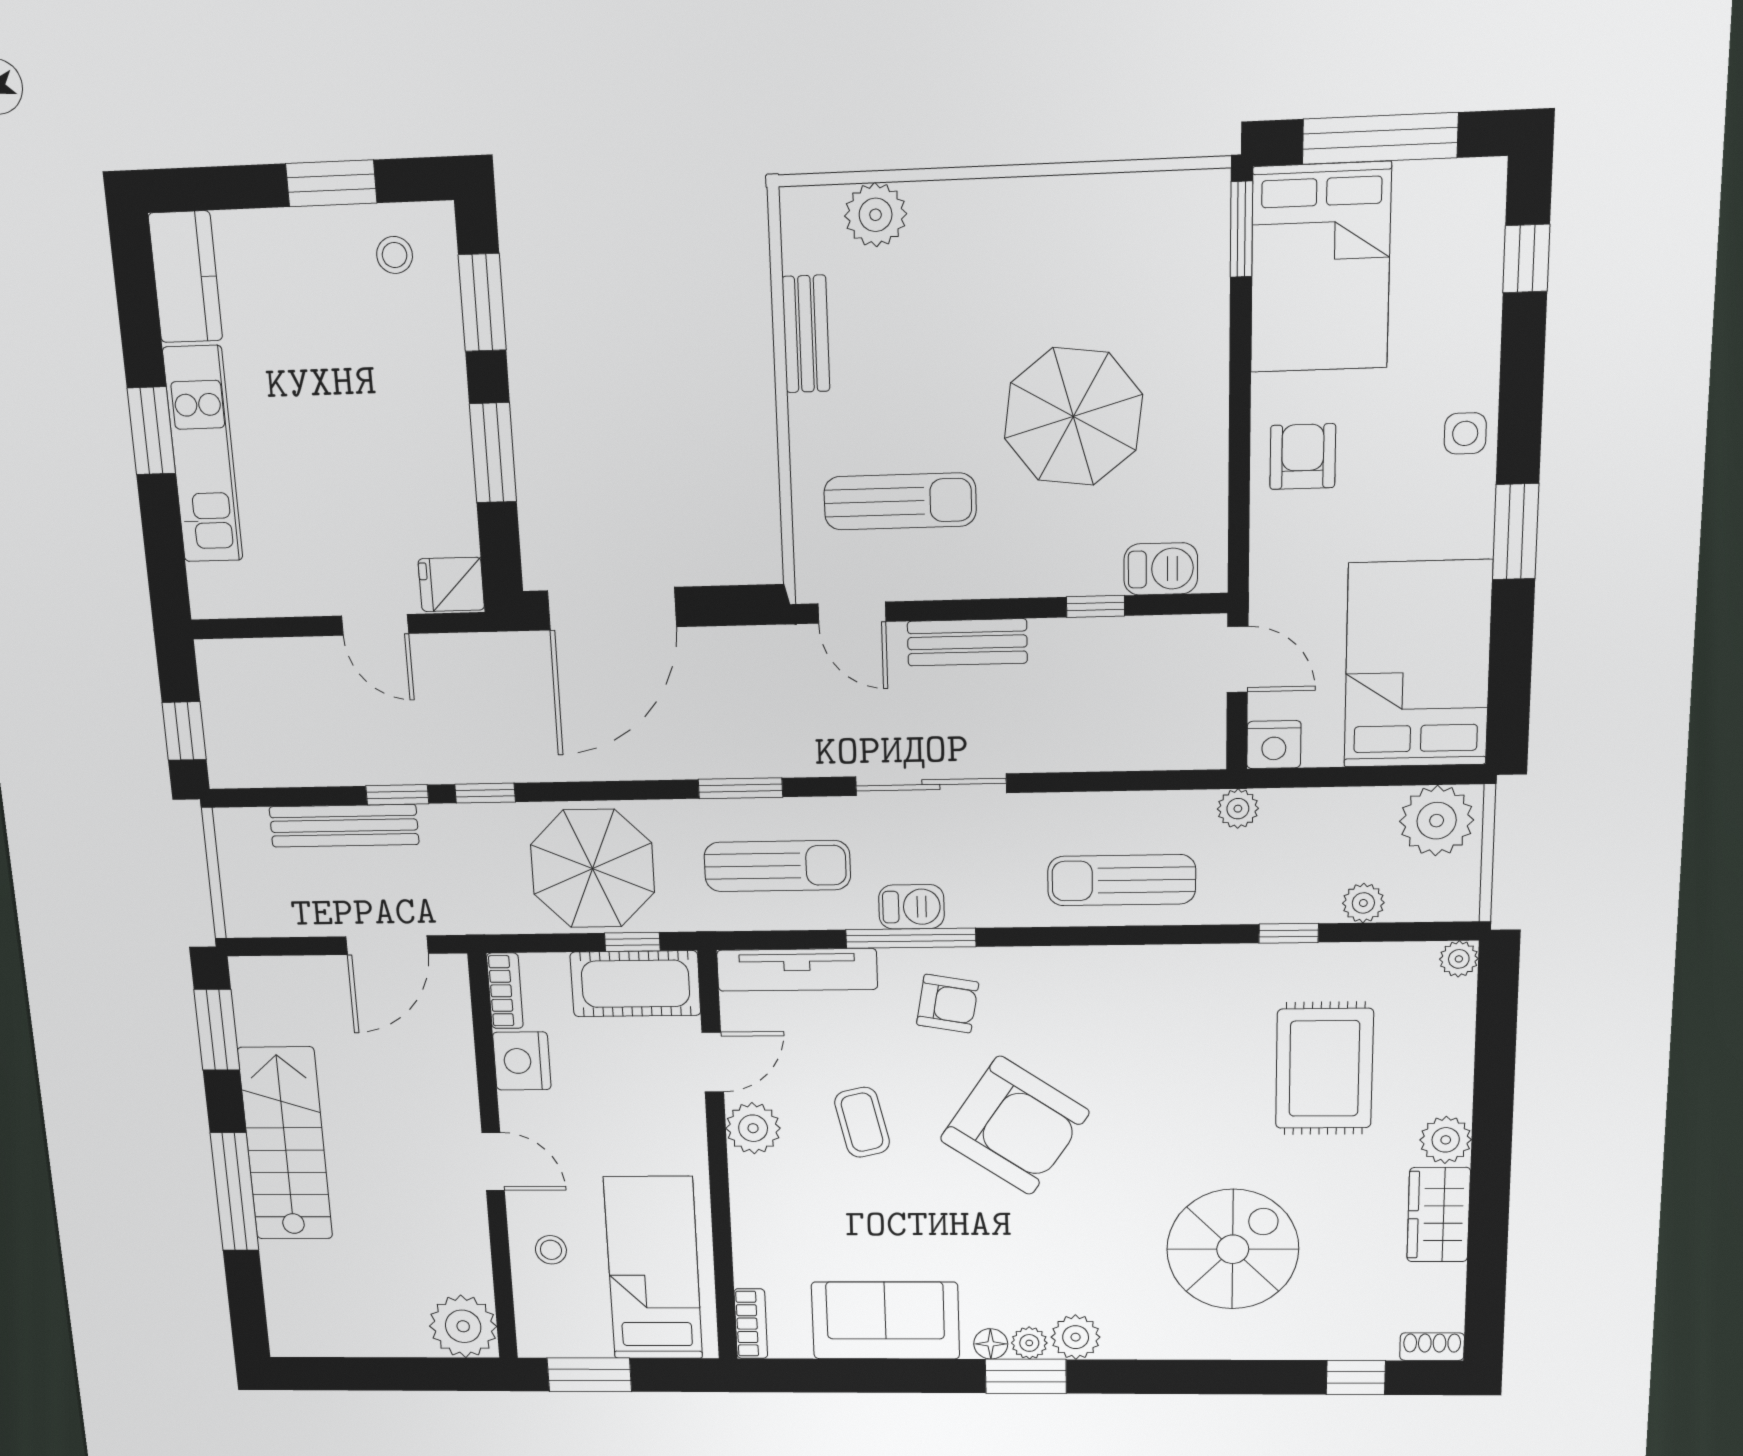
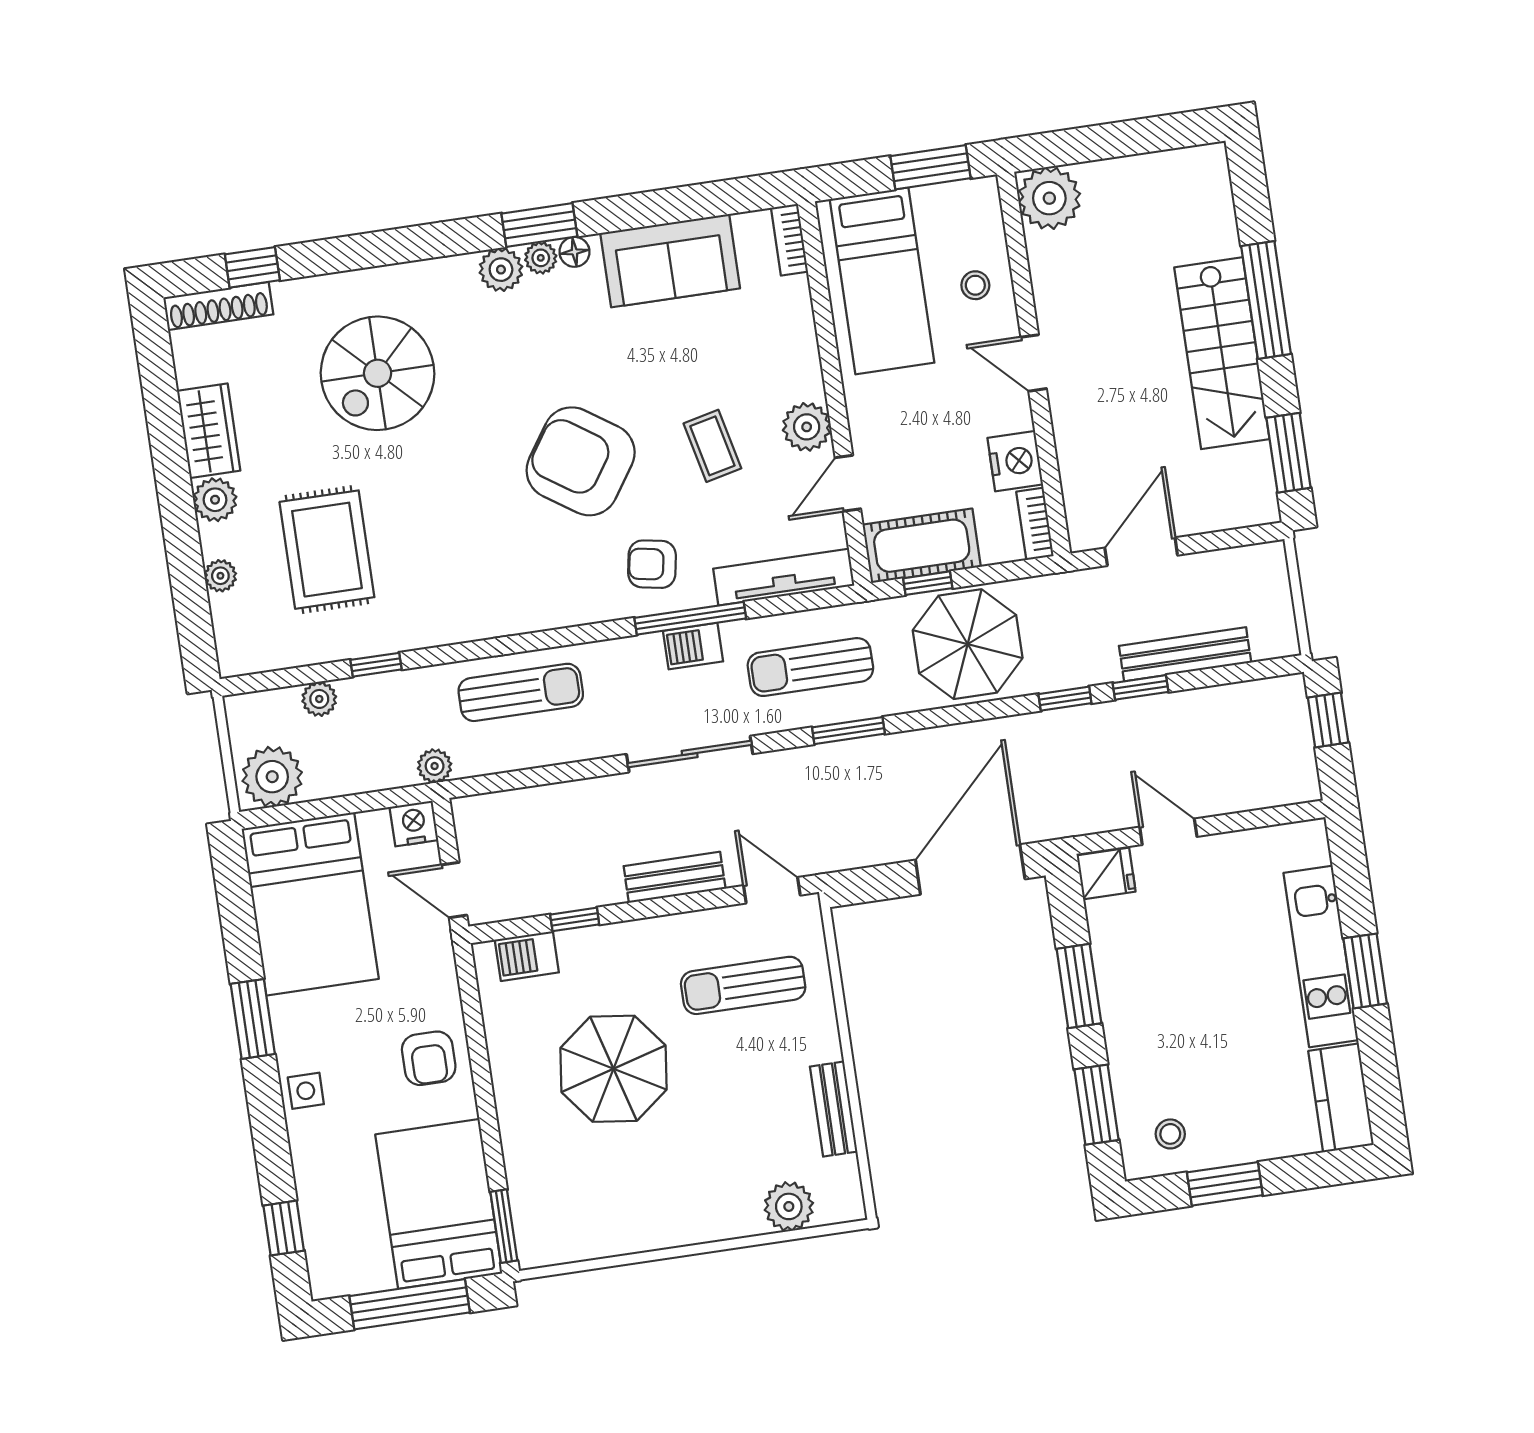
plant: (1459, 959) -> (220, 576), moved
shoe rack: (1432, 1347) -> (218, 306), width x1.94, depth x1.24

